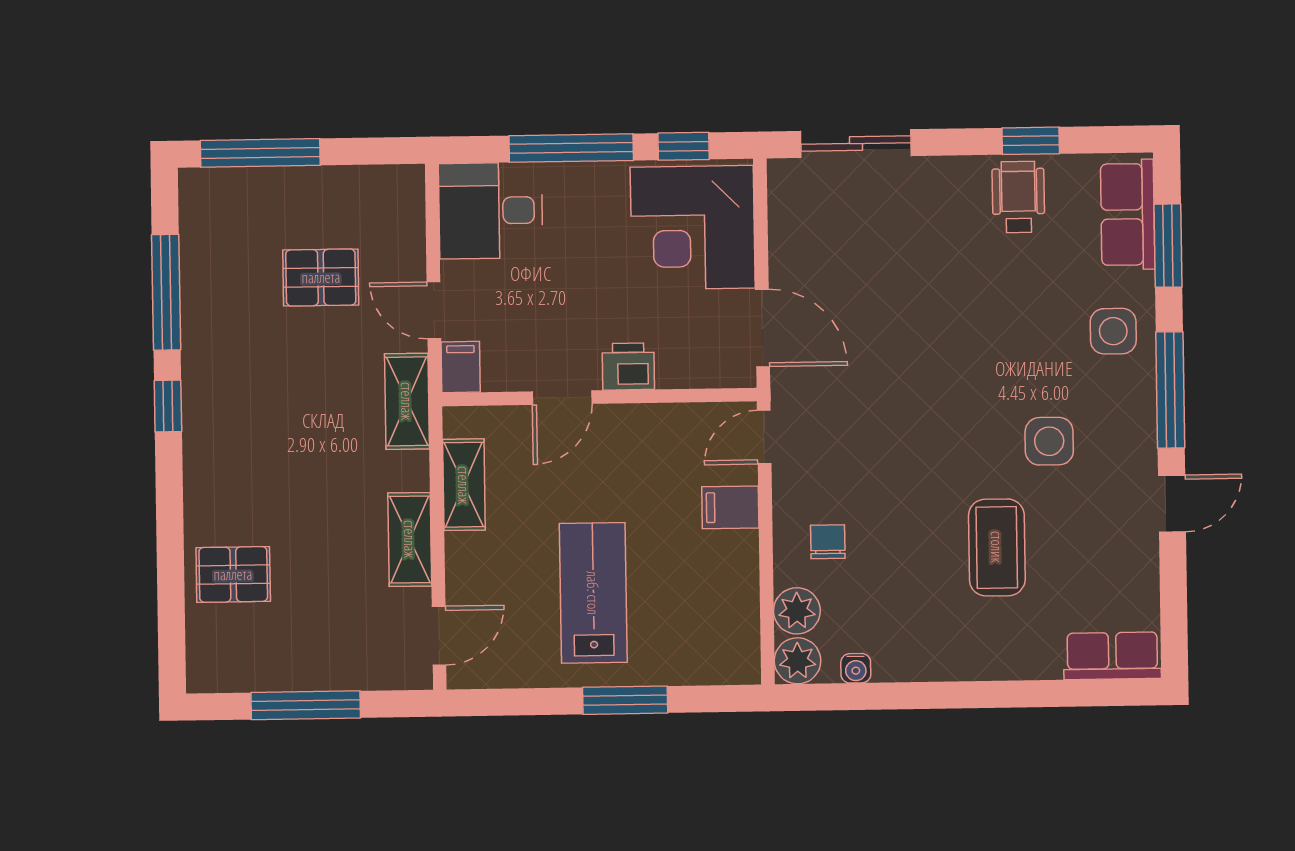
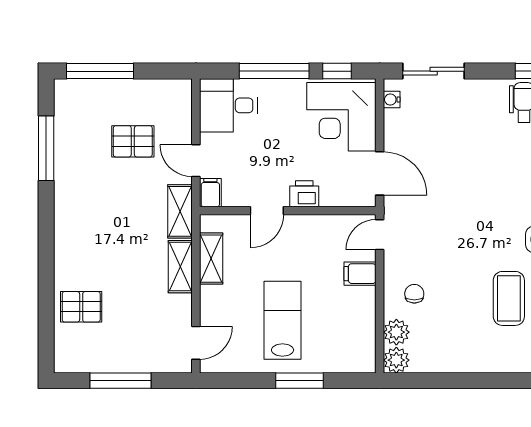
window: (168, 406) -> (46, 212), removed
shelving: (410, 539) -> (180, 267), moved
water cooler: (856, 668) -> (392, 99), moved, turned 90

